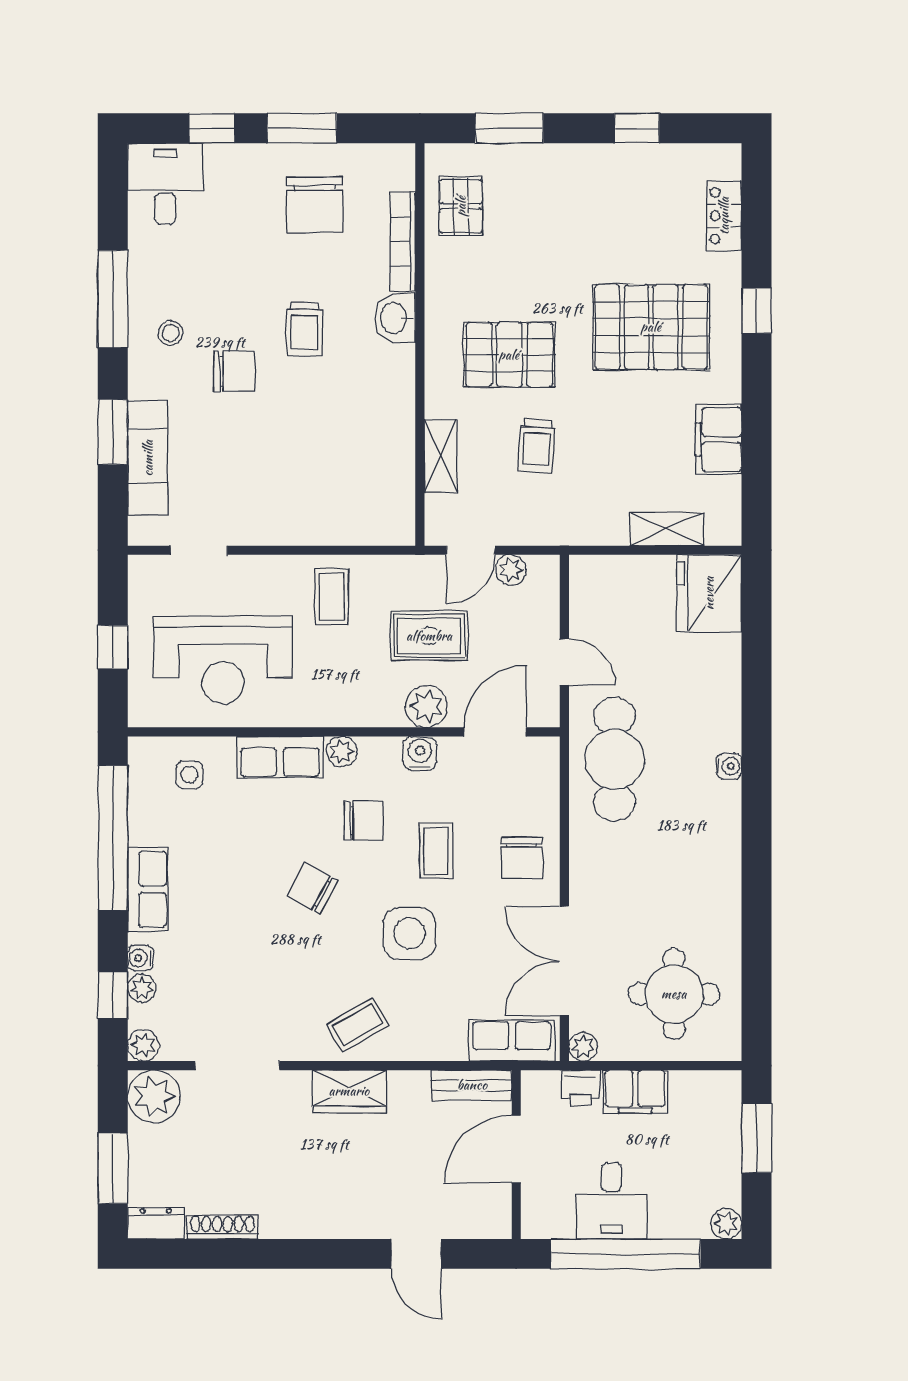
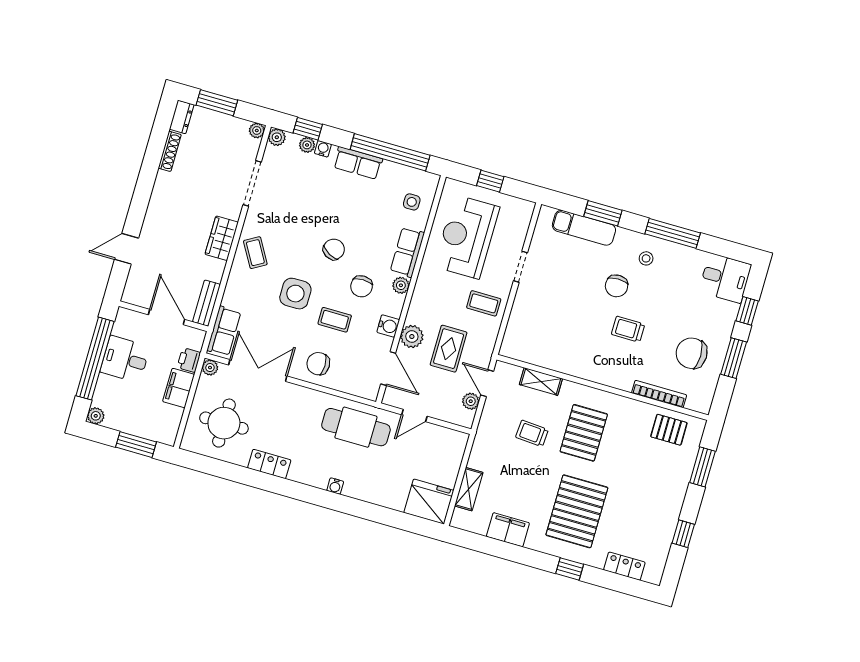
washbasin: (395, 318) -> (620, 378), removed
doorway: (199, 550) -> (520, 267), moved
locker: (723, 893) -> (269, 464), added
plant: (154, 1096) -> (257, 130), width x0.53, depth x0.53

